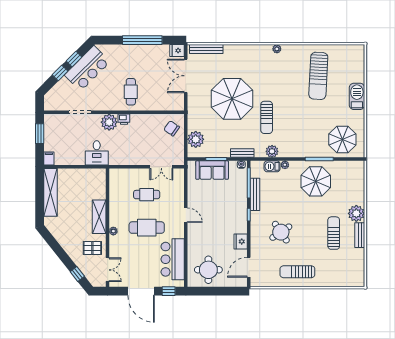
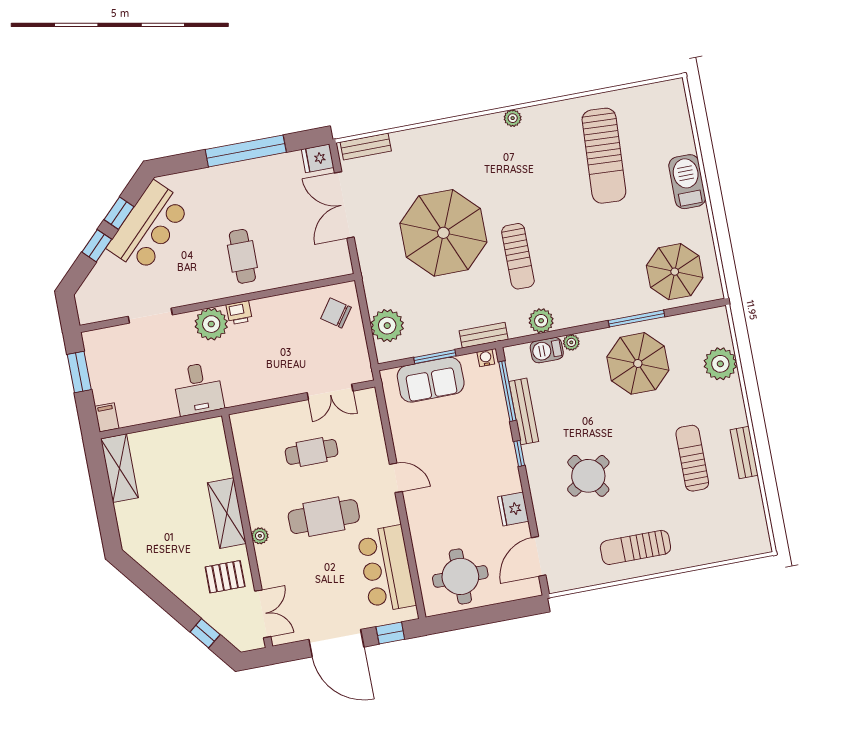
bench: (206, 49) -> (366, 146), width x0.73
shelving: (51, 192) -> (120, 468), width x0.68
plant: (356, 213) -> (720, 364), moved

